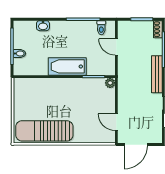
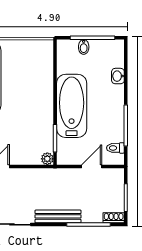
bathtub: (67, 66) -> (72, 106), width x1.36, depth x1.36

